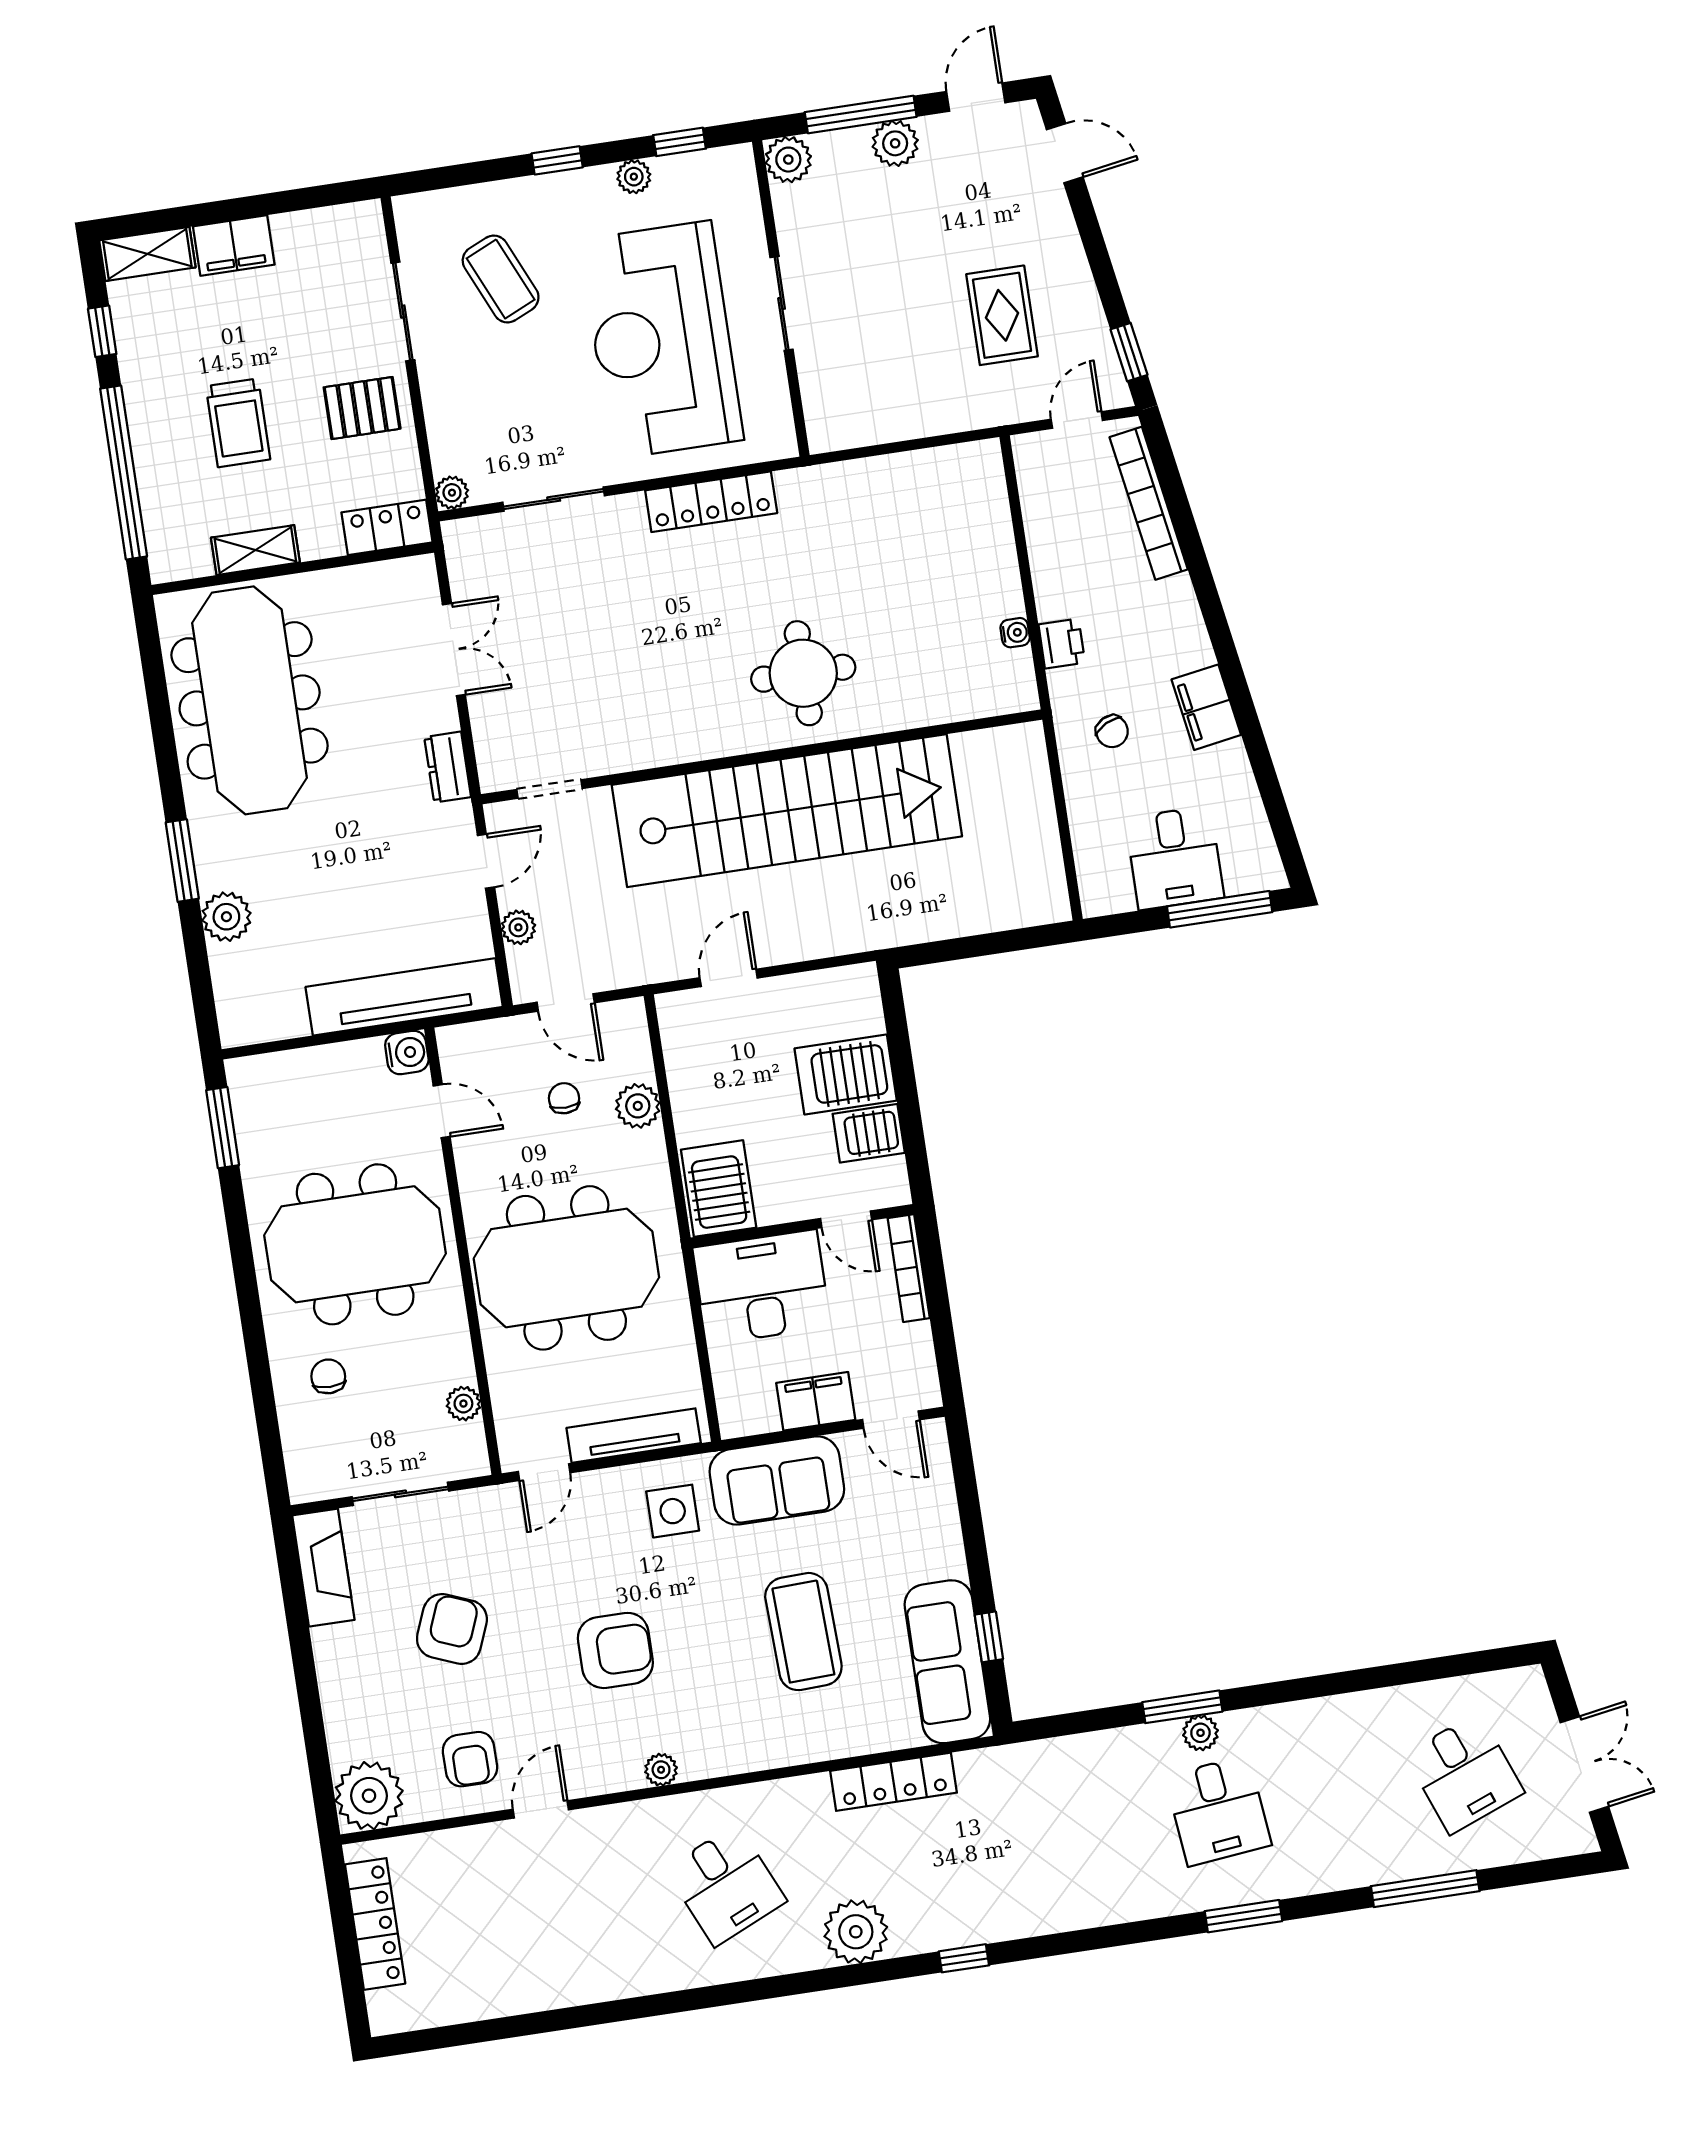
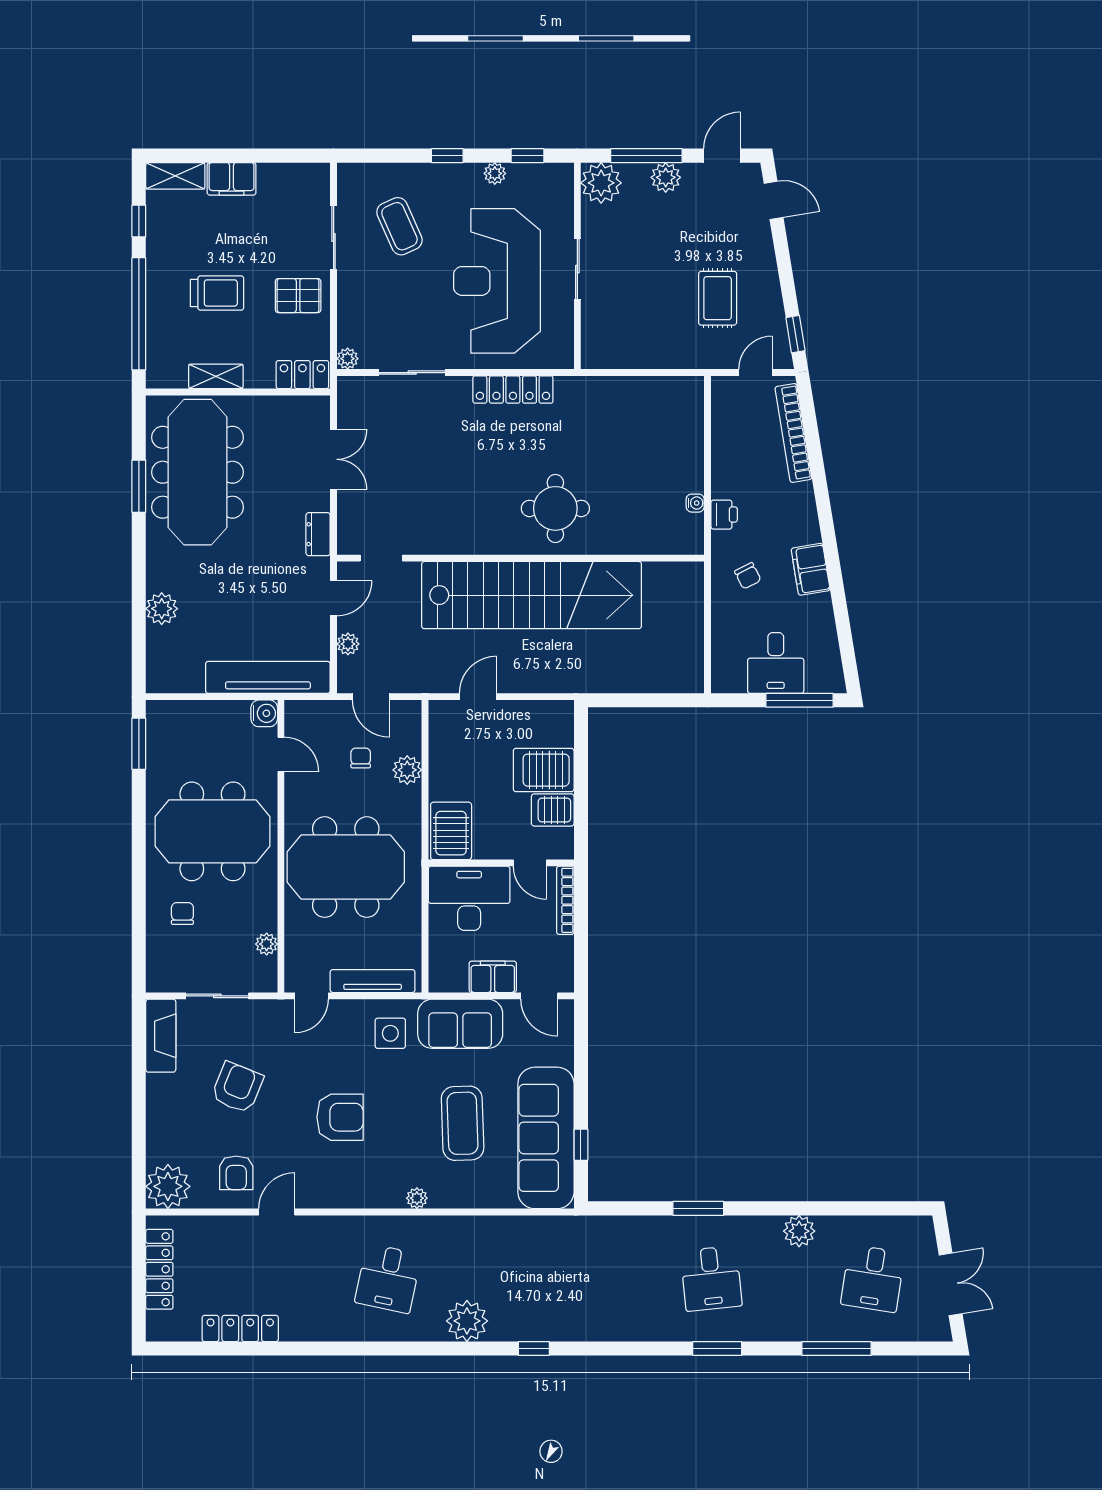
plant: (788, 160) -> (601, 183), width x1.36, depth x1.36
trolley: (238, 423) -> (217, 293), turned -90
window: (182, 861) -> (139, 486), moved
sofa: (947, 1662) -> (546, 1138), width x1.36, depth x1.27
plant: (1200, 1733) -> (799, 1231), moved, width x1.38, depth x1.38
plant: (661, 1770) -> (417, 1198), moved
desk: (1464, 1773) -> (873, 1278), turned 30
locker: (894, 1782) -> (240, 1328), moved, turned 180
desk: (726, 1885) -> (388, 1278), turned 36

